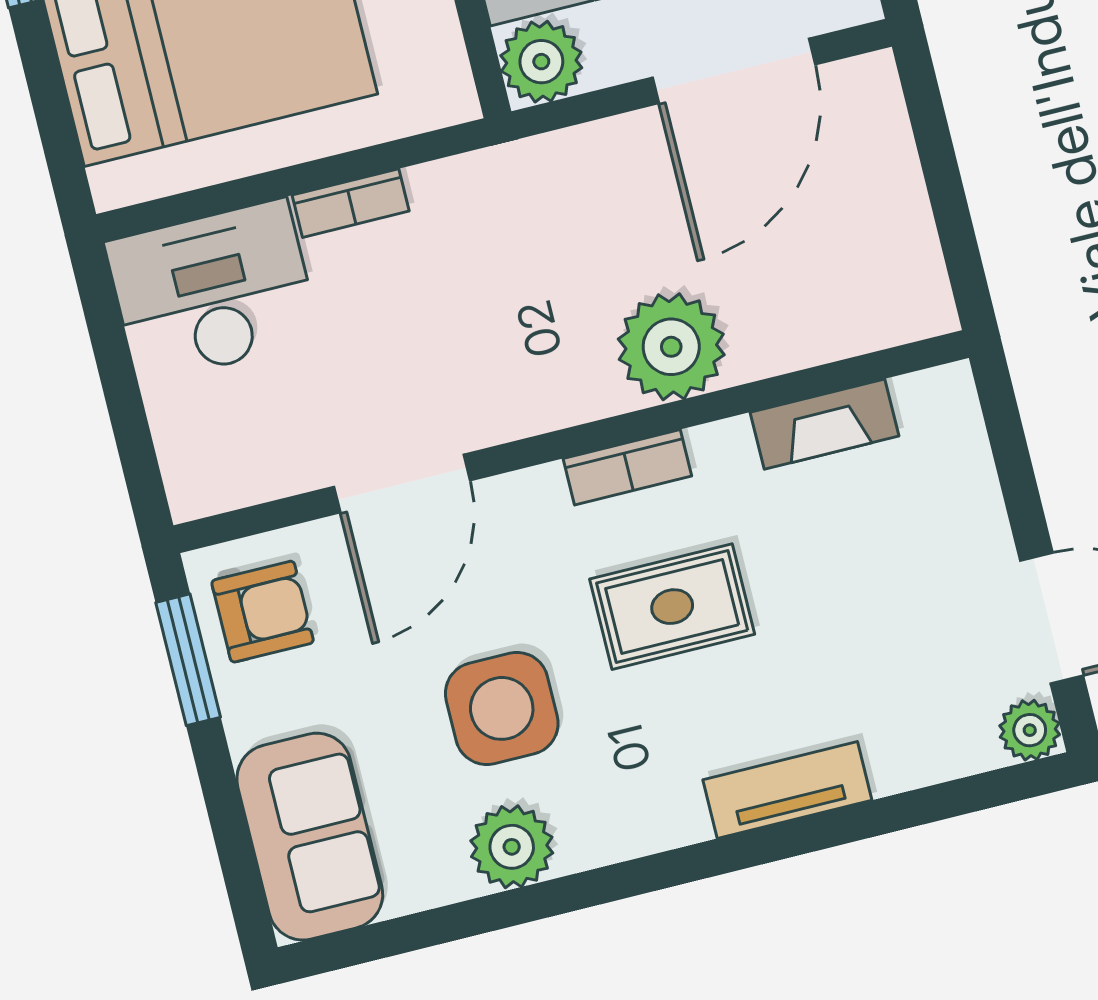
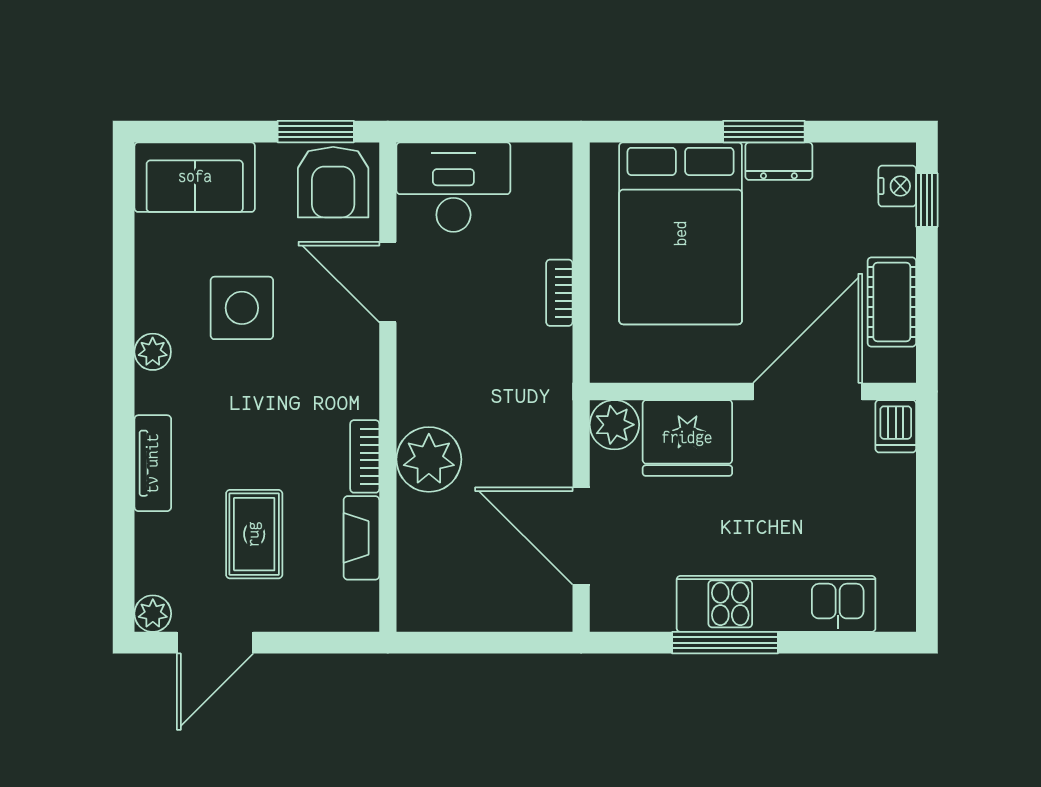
desk: (213, 291) -> (453, 187), moved, turned -90
bookcase: (627, 467) -> (365, 456), moved
rug: (672, 607) -> (254, 534), moved
armchair: (263, 612) -> (333, 182), width x1.38, depth x1.38
plant: (512, 847) -> (153, 352), moved, width x0.73, depth x0.73

